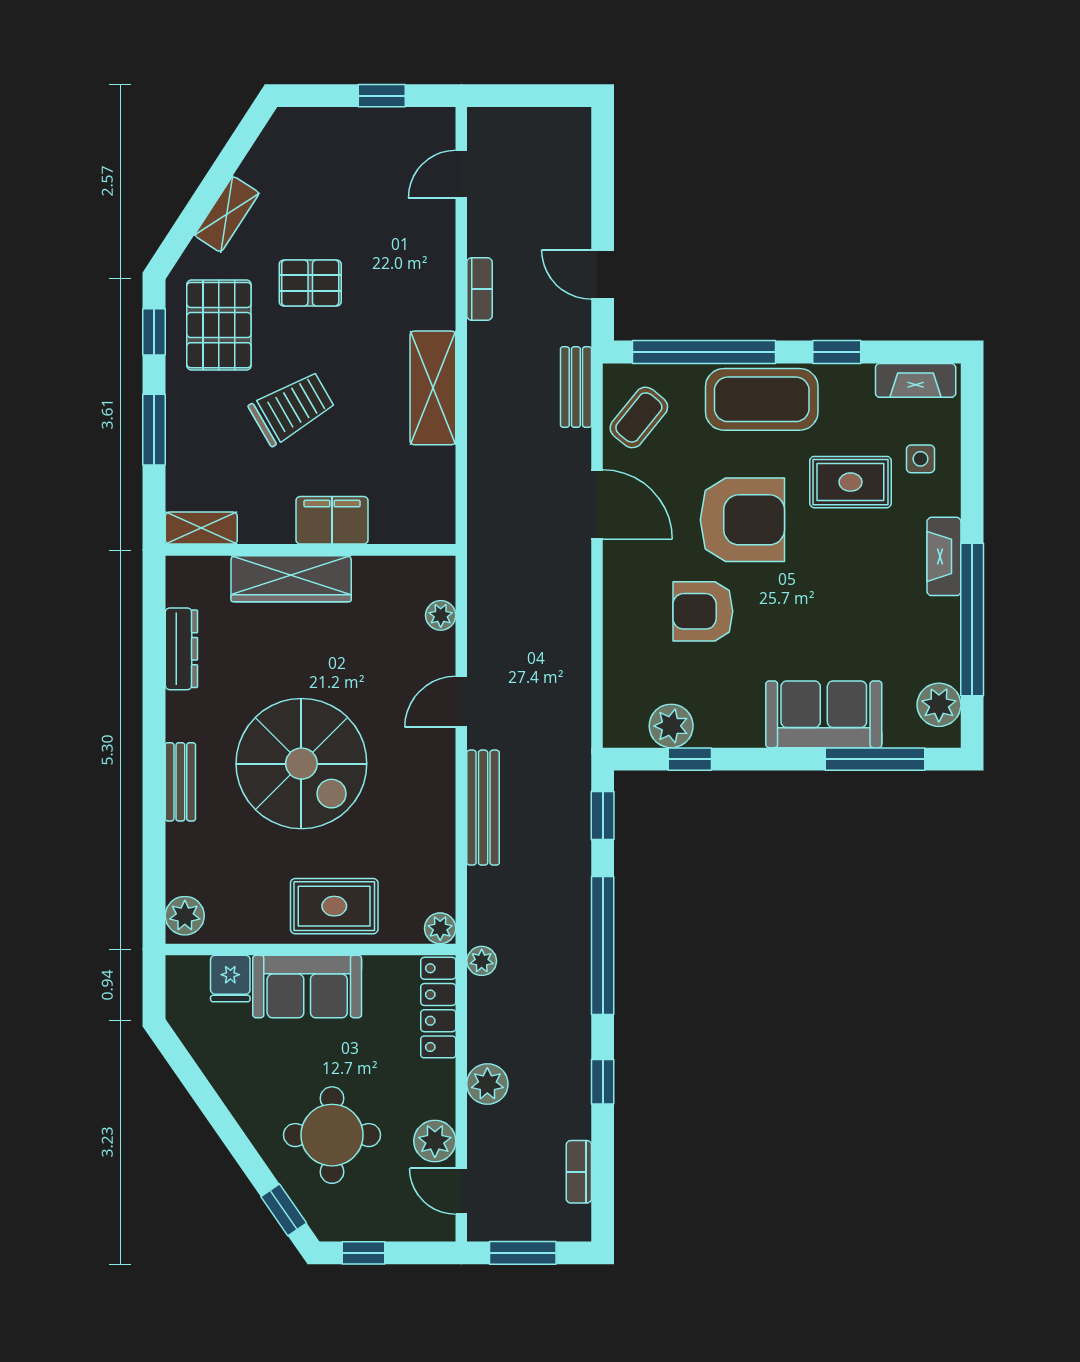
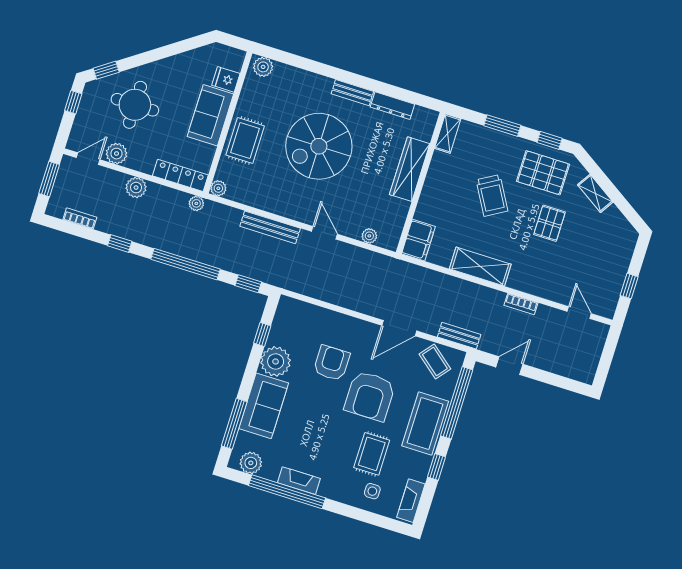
filing cabinet: (332, 520) -> (418, 240), moved
fireplace: (944, 556) -> (299, 481), moved
plant: (671, 726) -> (276, 361), moved, width x1.36, depth x1.36
bench: (180, 782) -> (352, 93), moved

